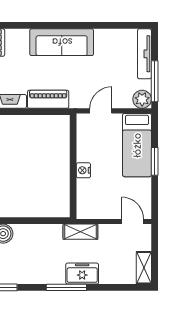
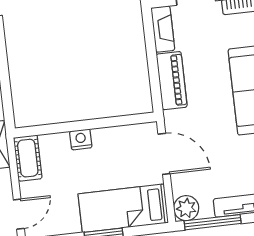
door: (101, 111) -> (164, 154), width x1.38
cot: (93, 210) -> (28, 158), added

